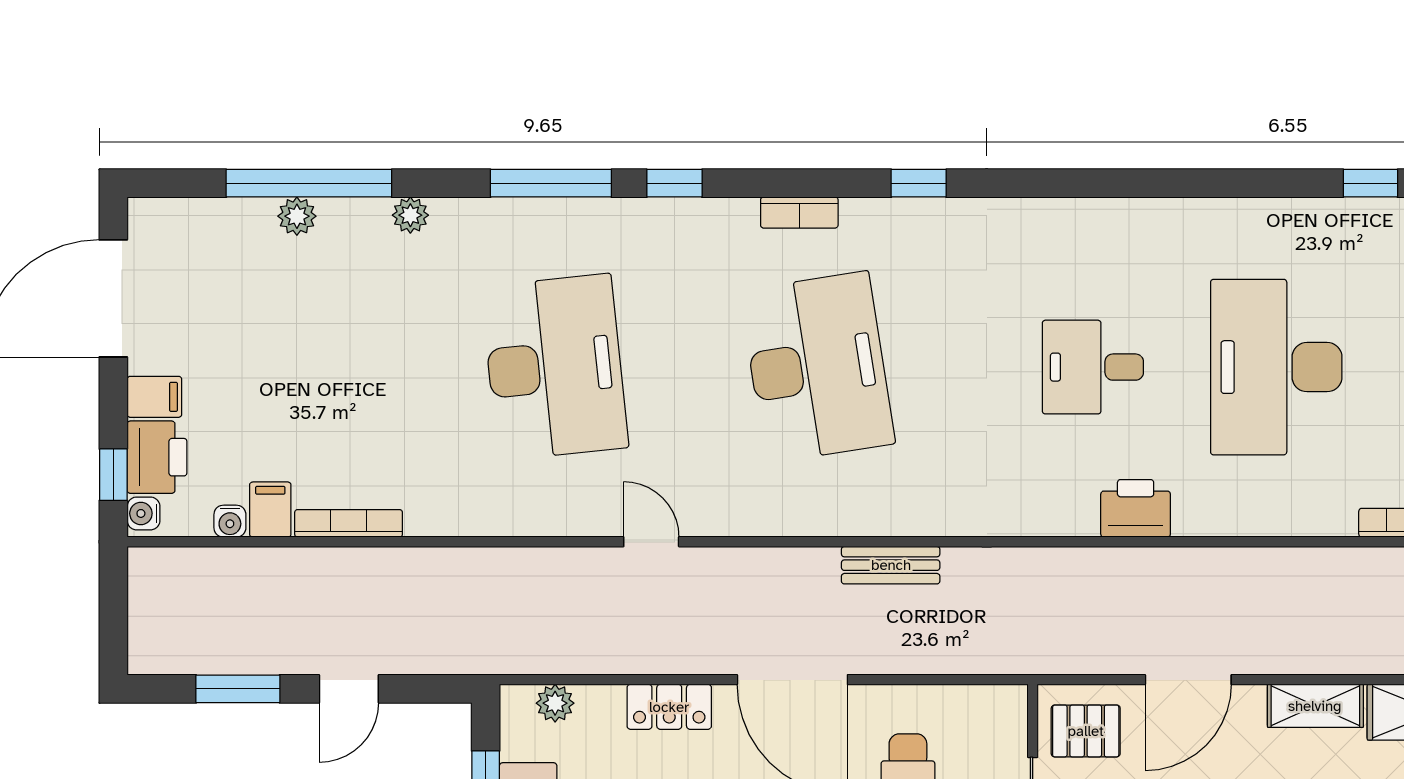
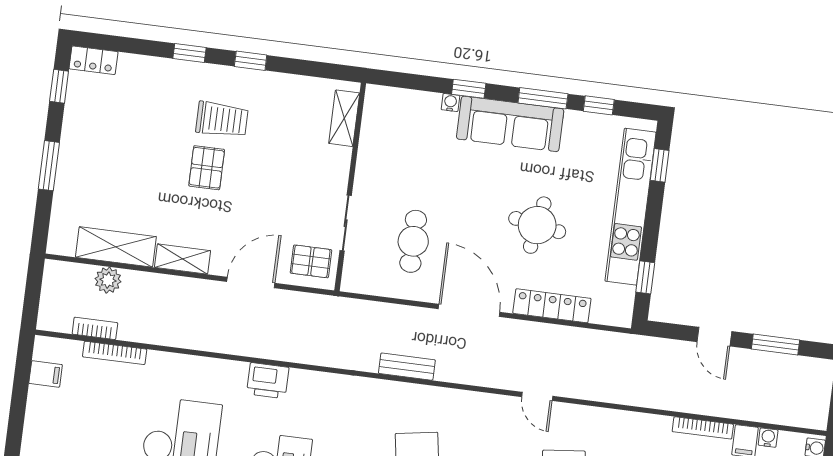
door: (349, 689) -> (714, 337), swing flipped
plant: (555, 703) -> (602, 314), removed
locker: (669, 707) -> (552, 306), width x1.53

